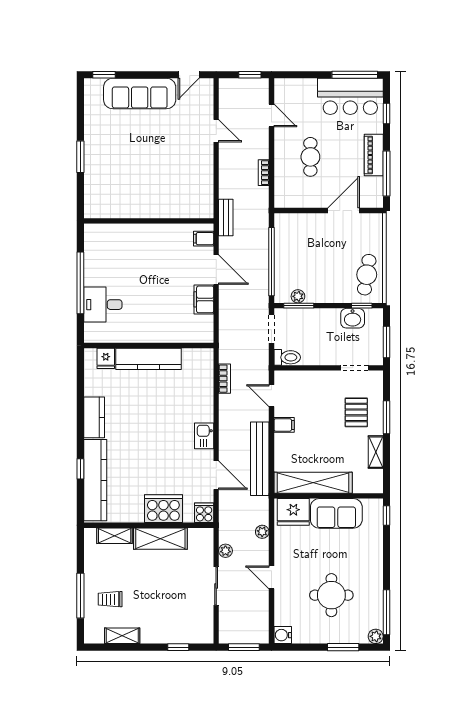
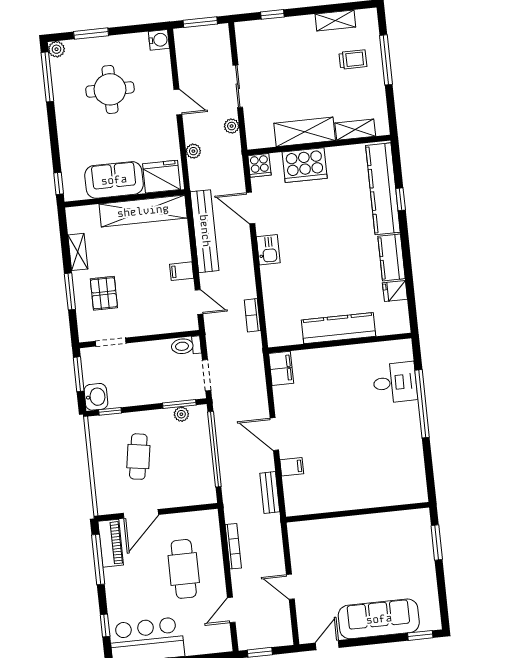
door: (271, 116) -> (231, 610), hinge flipped
piano: (374, 155) -> (111, 543), moved
cafe table: (310, 157) -> (184, 569), width x1.37, depth x1.35
bookcase: (264, 173) -> (233, 546), width x1.56
wall: (149, 221) -> (358, 512), moved
cafe table: (367, 275) -> (138, 457), moved
filing cabinet: (204, 299) -> (281, 368), moved
washbasin: (353, 318) -> (96, 397), moved, turned 90
fridge: (106, 358) -> (395, 291), moved, turned -90

